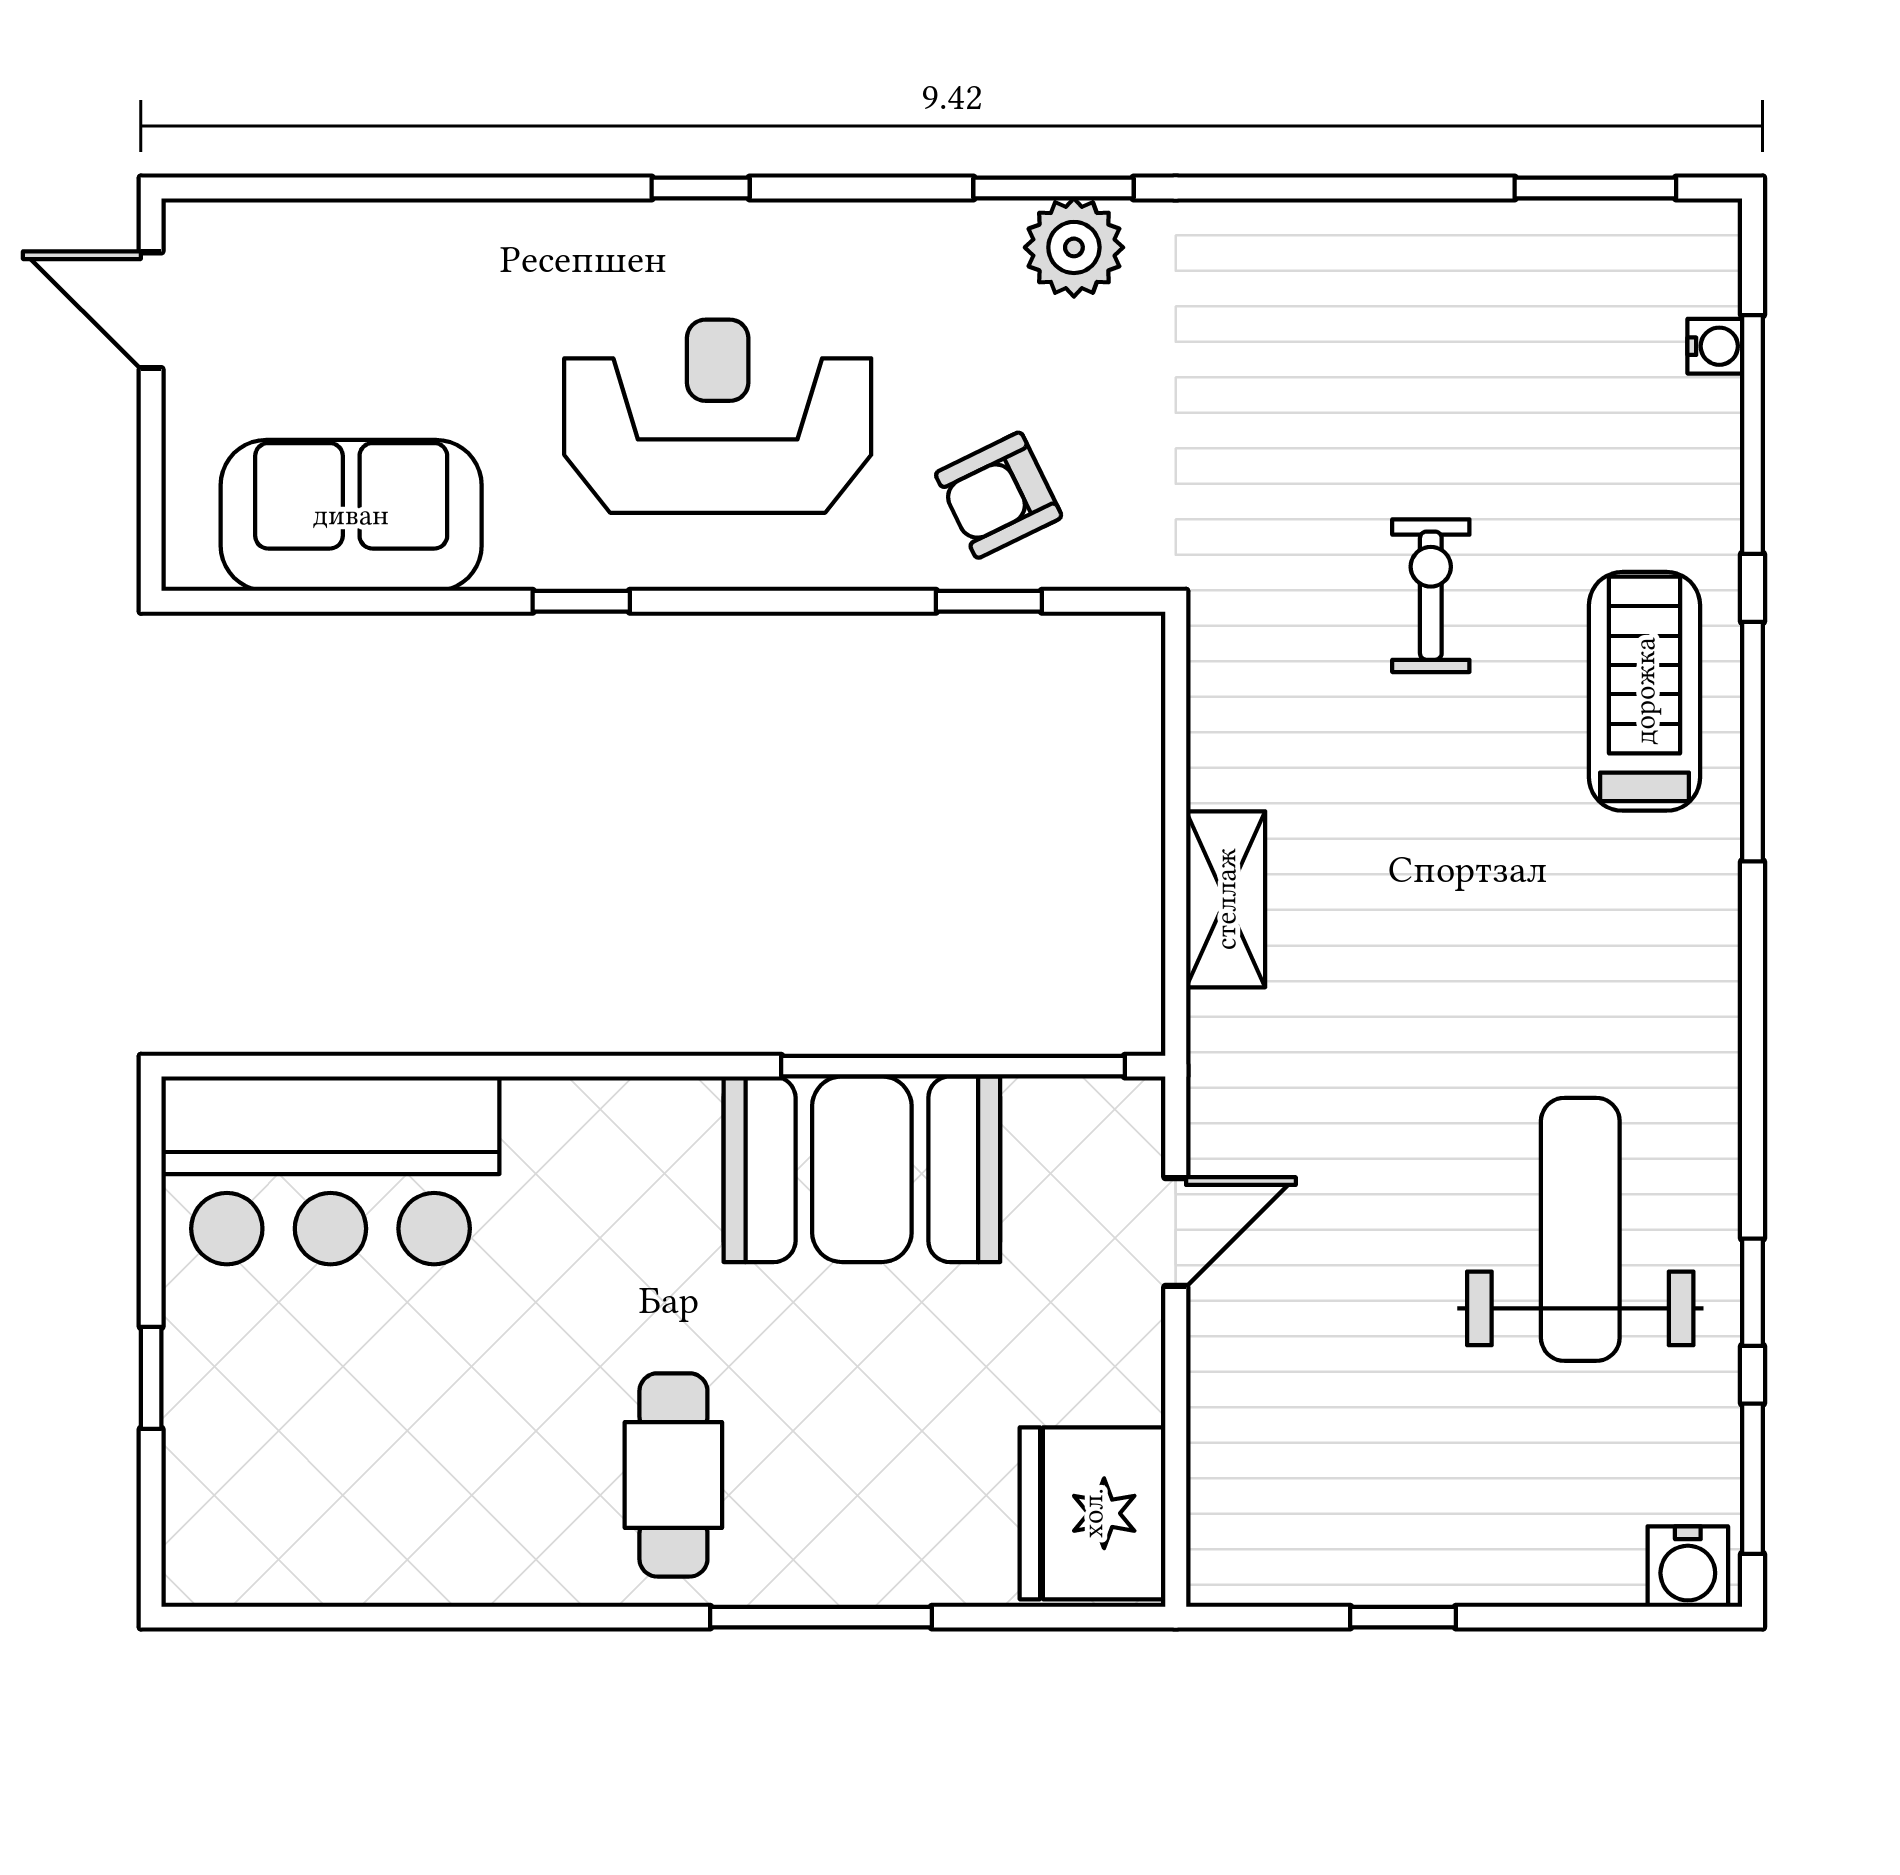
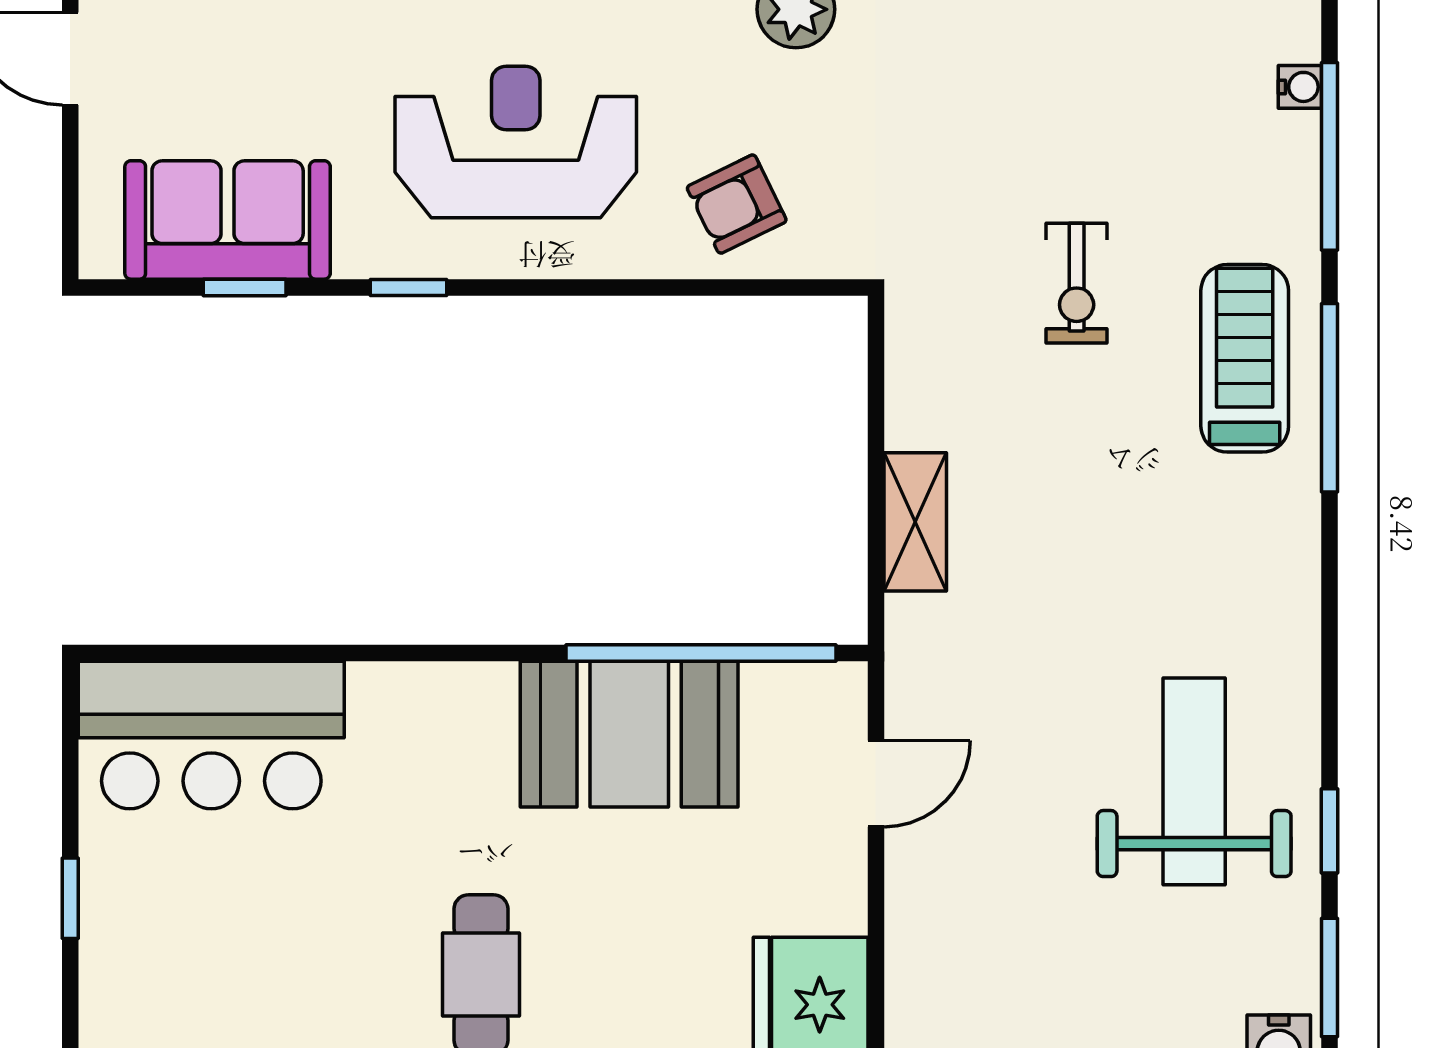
exercise bike: (1431, 596) -> (1077, 283), turned 180
window: (989, 601) -> (245, 287), moved

